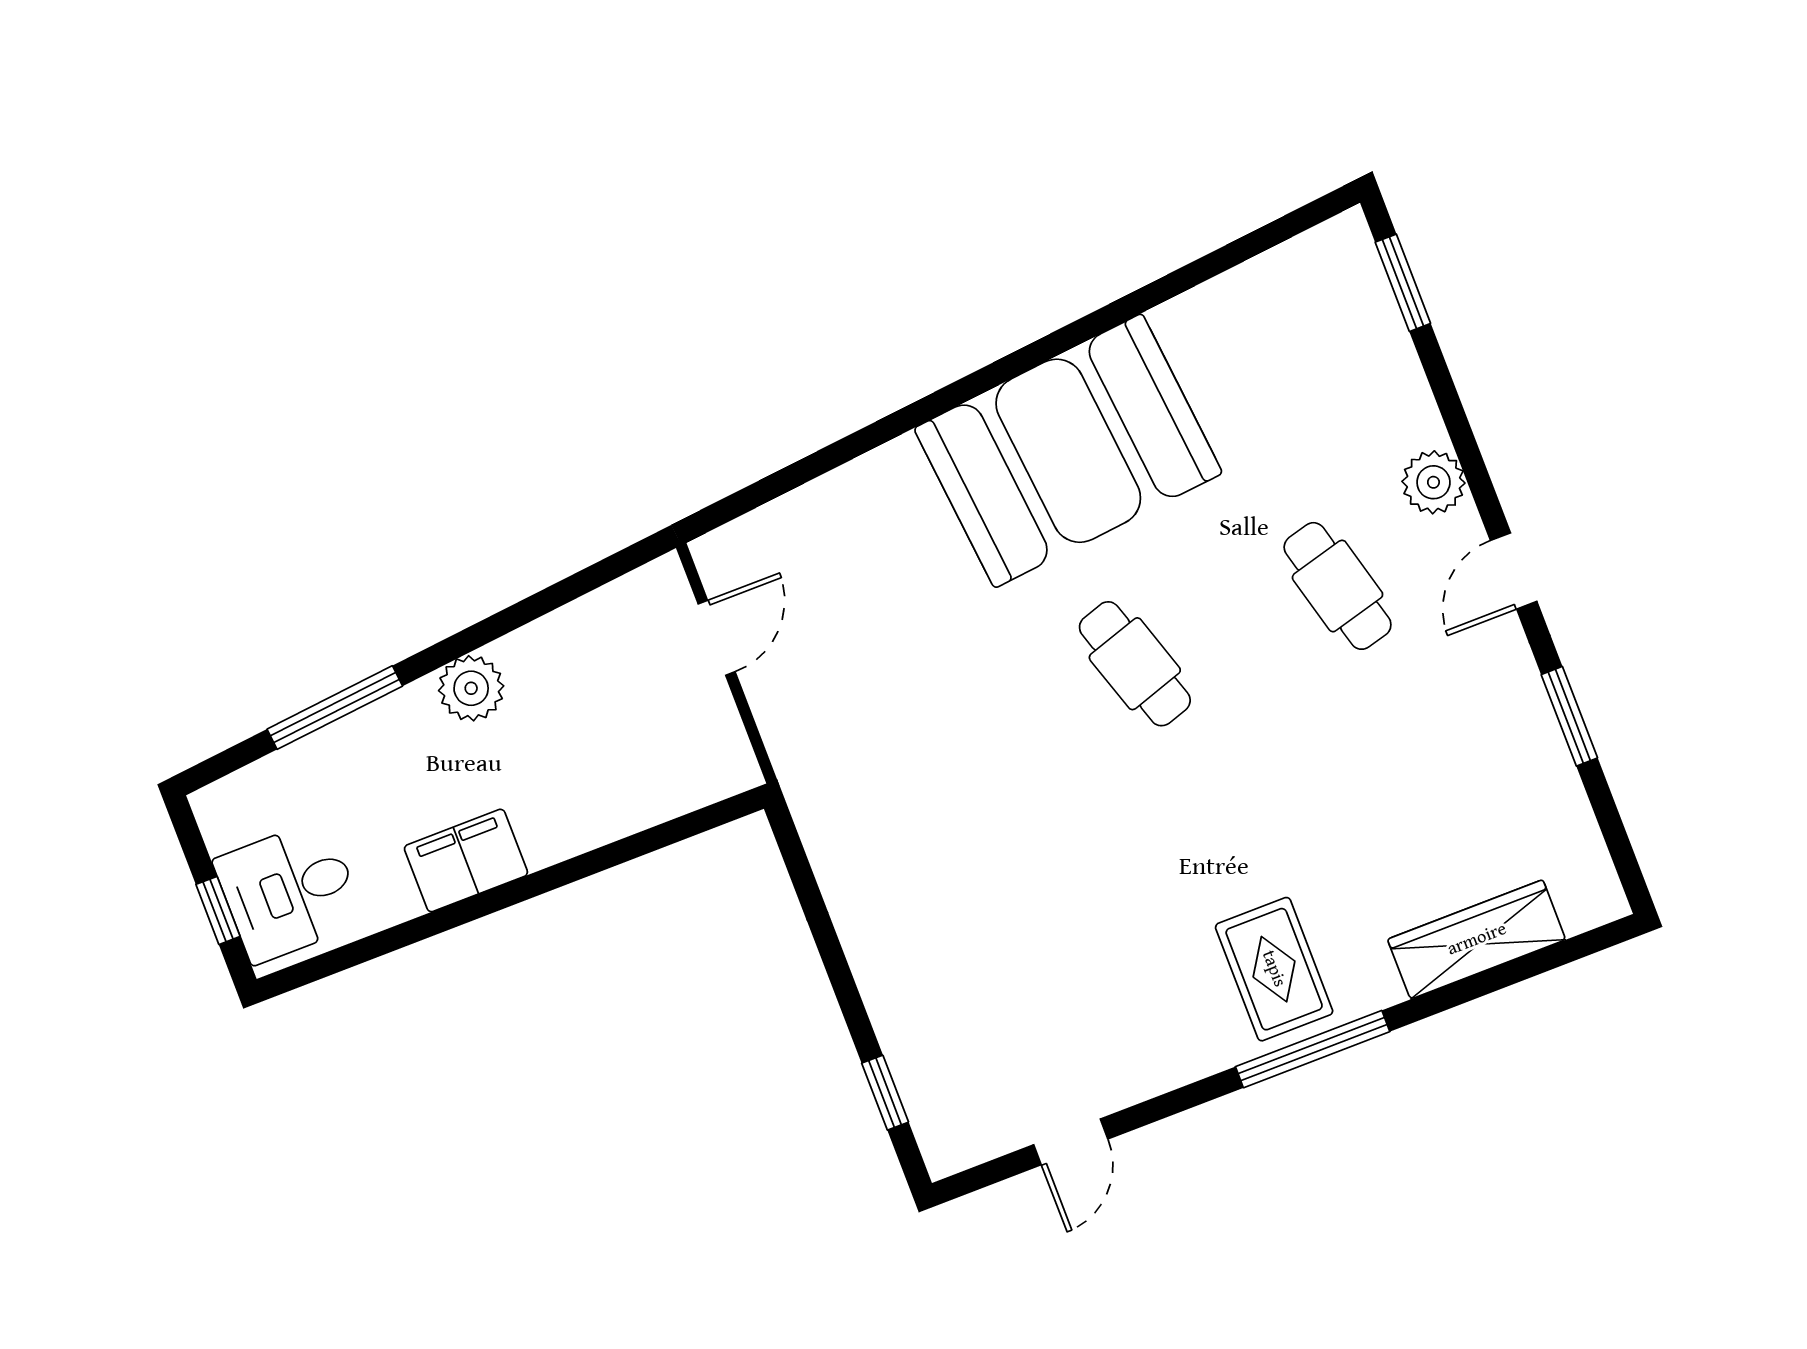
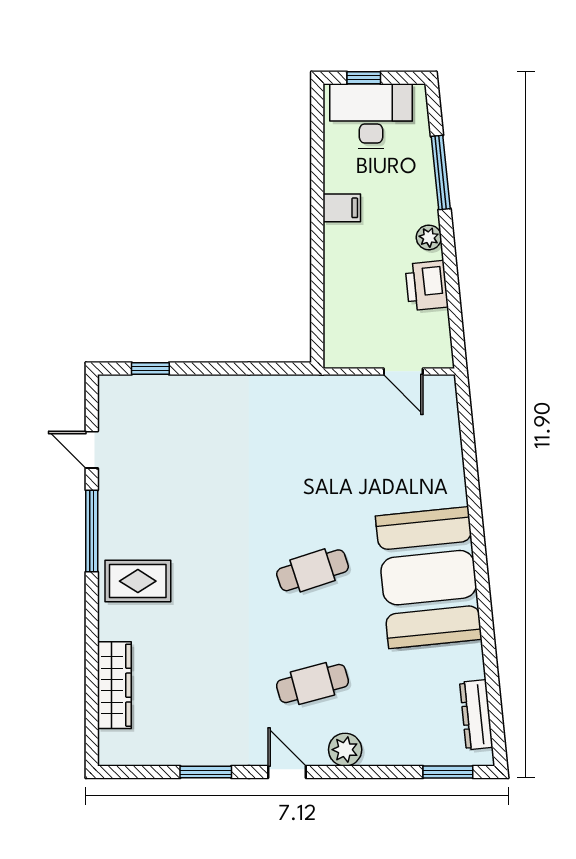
dresser: (1281, 271) -> (476, 715), added
printer: (547, 655) -> (427, 286), added
plant: (471, 688) -> (429, 237), width x0.73, depth x0.73
filing cabinet: (466, 860) -> (342, 208), width x0.50
desk: (289, 891) -> (371, 116), width x1.37
window: (1313, 1049) -> (92, 531), moved

